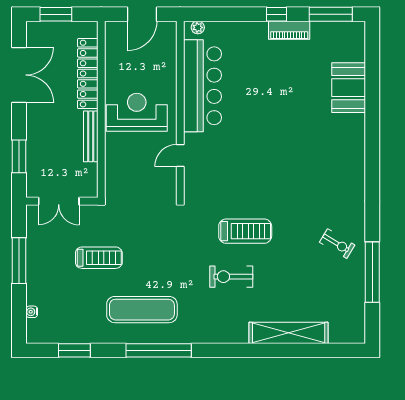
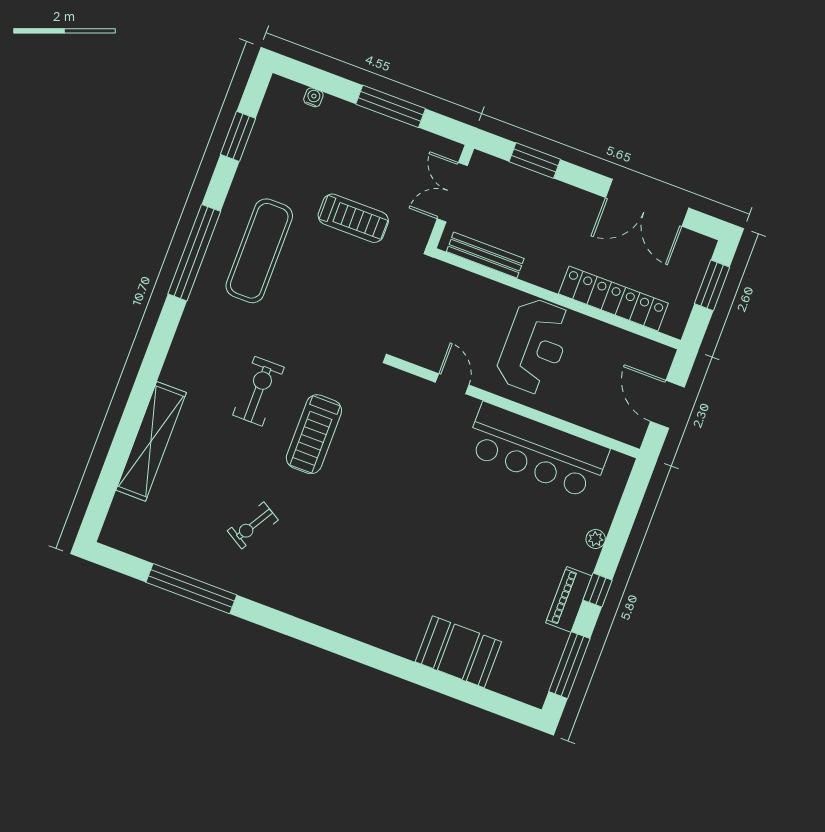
plant: (198, 27) -> (596, 539), moved
bench: (91, 136) -> (485, 255), moved
exercise bike: (337, 244) -> (253, 525), moved
treadmill: (99, 258) -> (353, 218), turned -90

